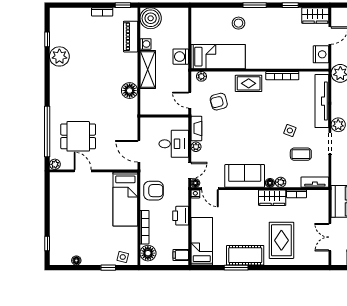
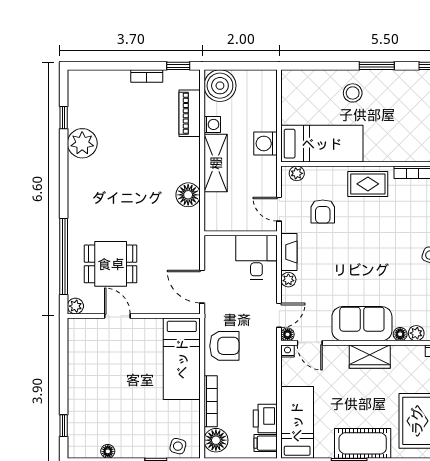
armchair: (219, 102) -> (323, 212), turned -75
desk: (174, 144) -> (256, 257), moved, turned -90
wardrobe: (272, 198) -> (370, 357), moved
printer: (181, 216) -> (265, 419), moved

